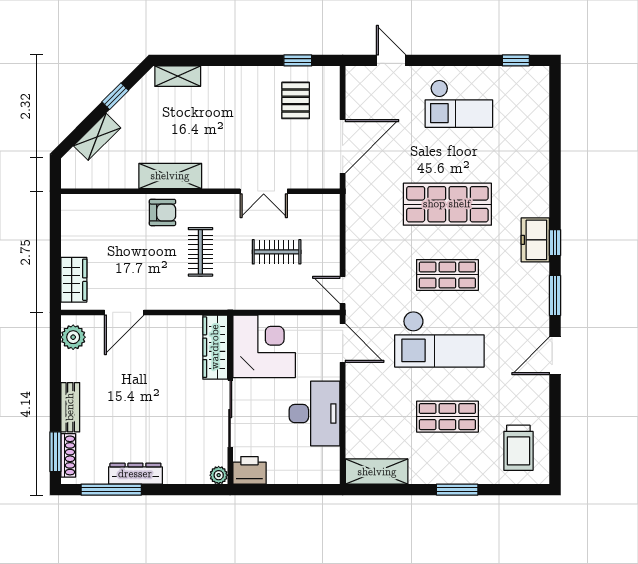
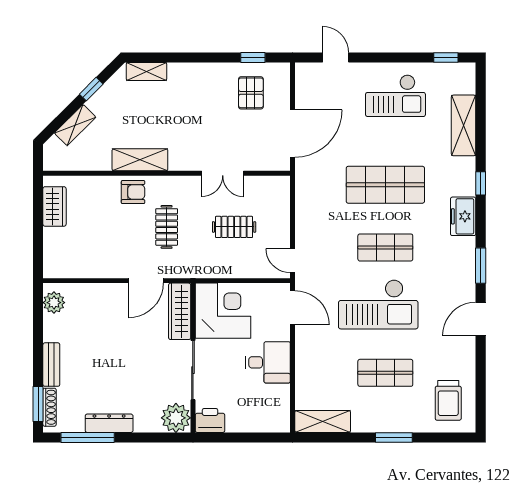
shelving: (536, 137) -> (464, 125), added
window: (555, 243) -> (481, 183), moved
wardrobe: (74, 280) -> (55, 206), moved
door: (124, 312) -> (146, 281), moved
desk: (315, 414) -> (268, 362), width x0.73
plant: (219, 475) -> (176, 418), width x1.88, depth x1.88

